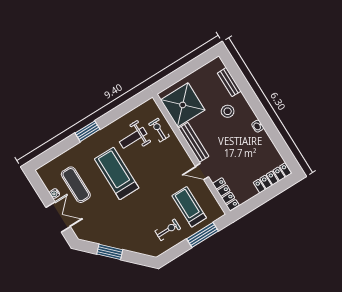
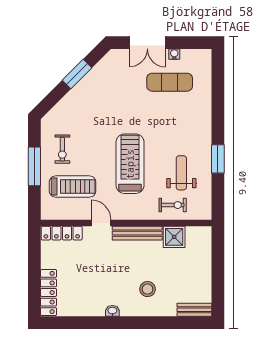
bench: (229, 82) -> (194, 310), moved
shower: (183, 105) -> (174, 237), width x0.54, depth x0.54
window: (88, 131) -> (218, 159), moved
door: (202, 172) -> (101, 223), hinge flipped
treadmill: (117, 173) -> (130, 164), moved, turned -90
window: (202, 235) -> (34, 166), moved

